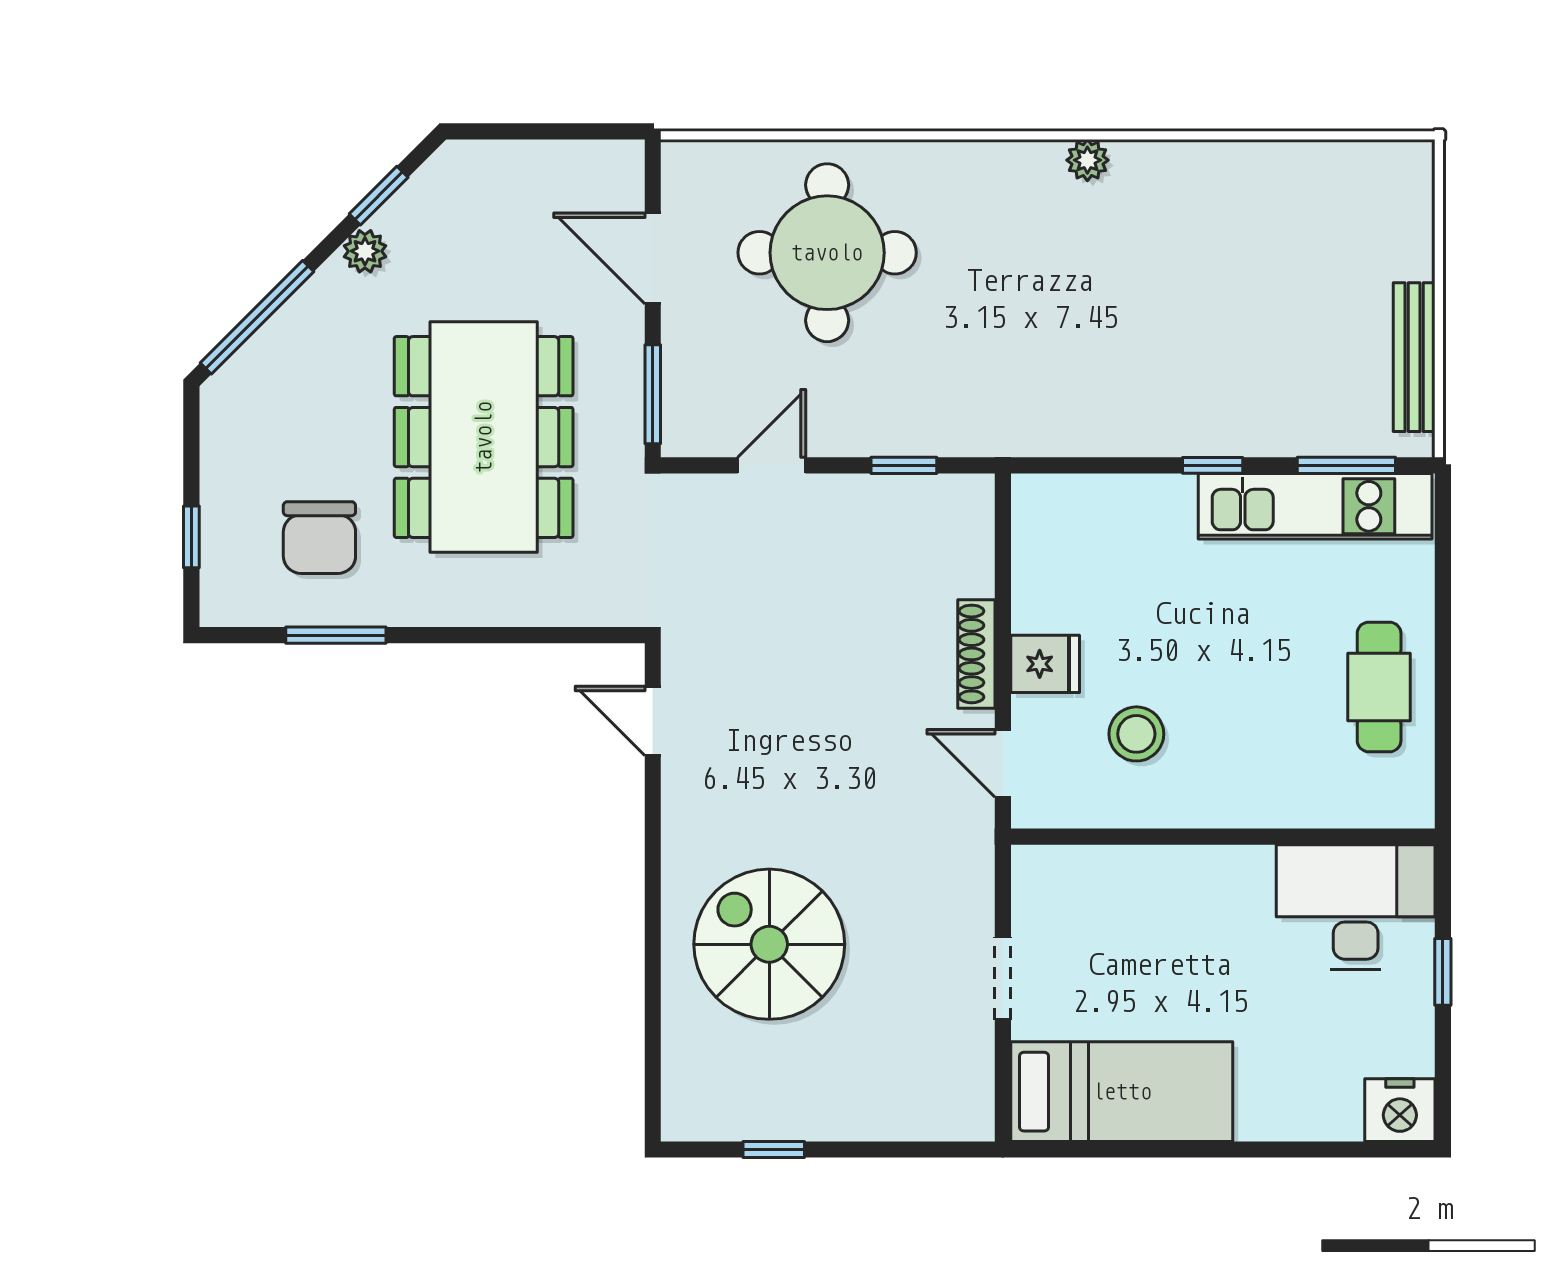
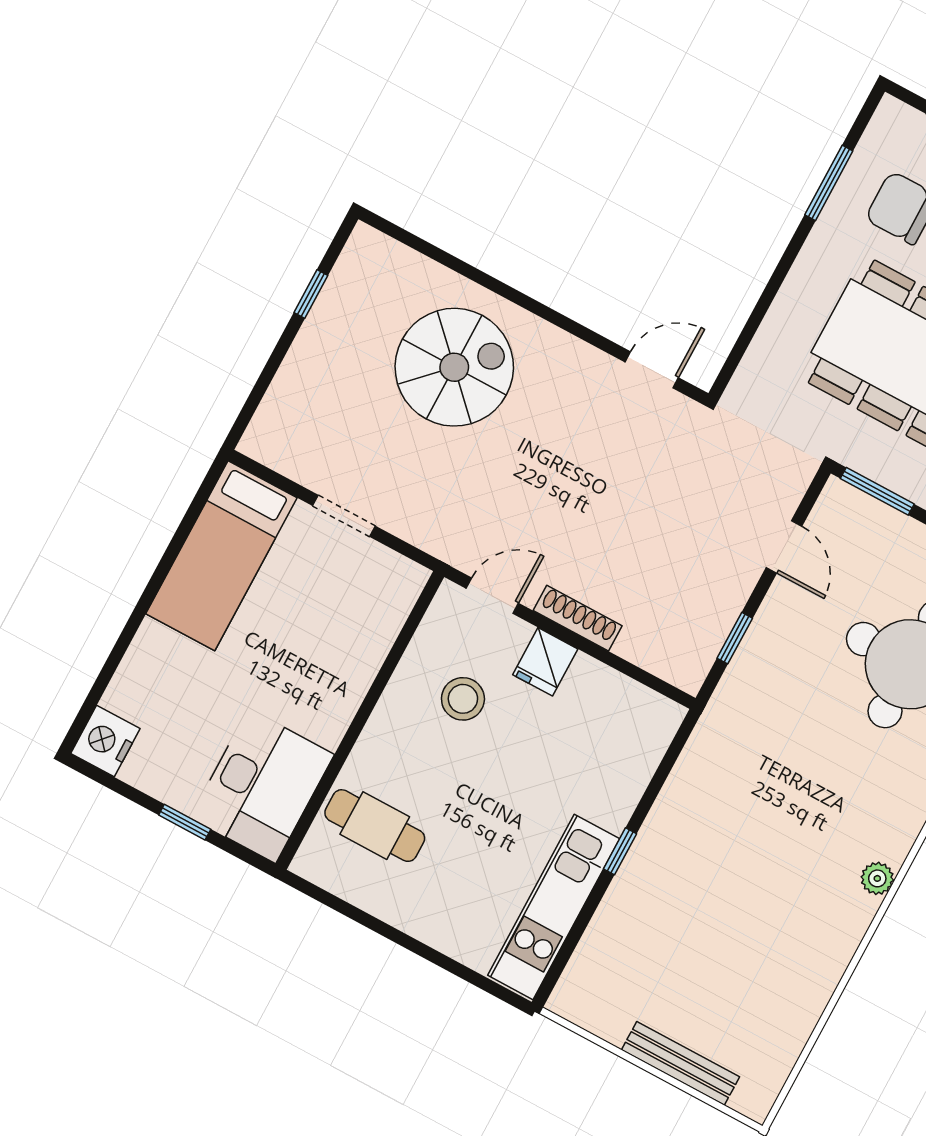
bench: (1414, 357) -> (680, 1063), moved
window: (1346, 465) -> (570, 944), removed
cafe table: (1379, 687) -> (375, 826), moved

